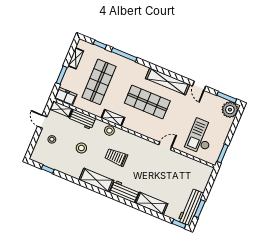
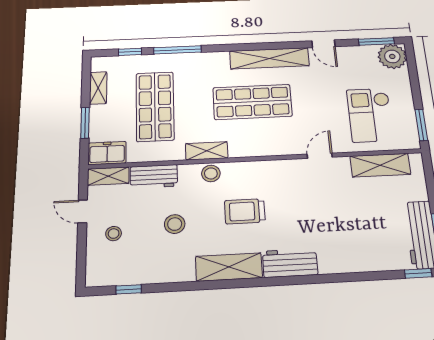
shelving: (151, 203) -> (380, 165), moved

